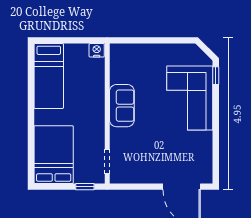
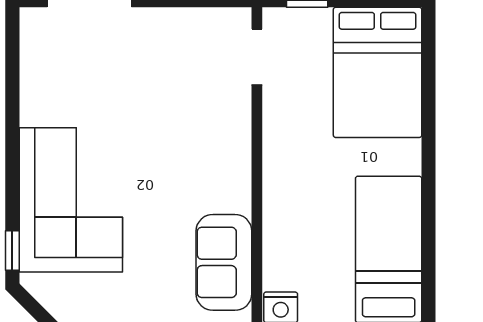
sofa: (122, 106) -> (224, 262), moved

